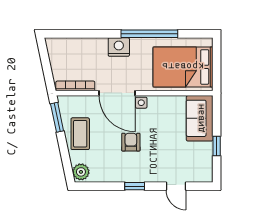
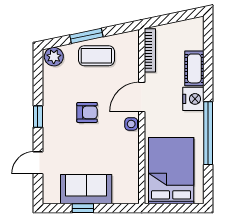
cot: (91, 46) -> (194, 68), added
door: (117, 93) -> (142, 97), width x0.73
window: (57, 117) -> (86, 36), moved
sofa: (200, 118) -> (86, 189), moved

